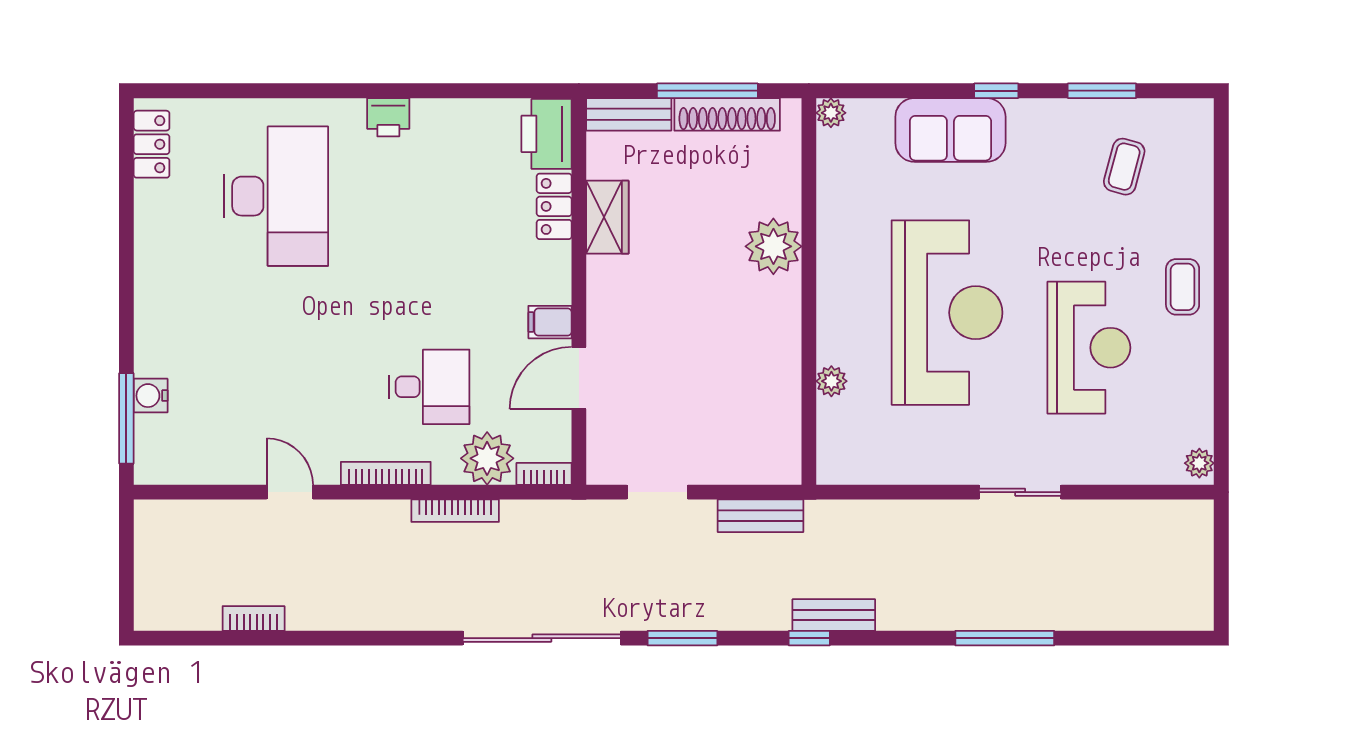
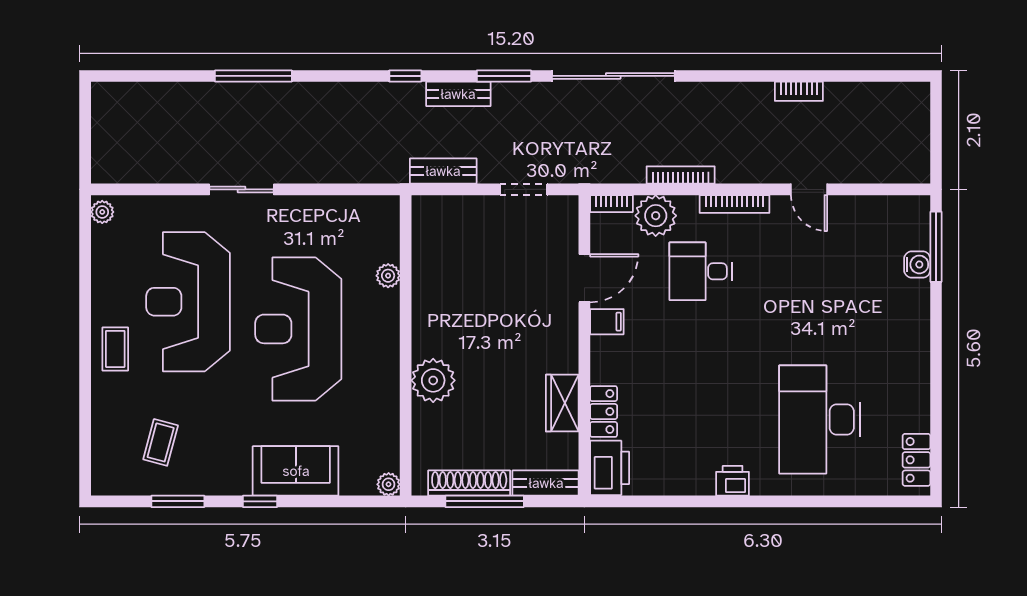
reception desk: (1089, 348) -> (188, 302), width x1.36, depth x1.30
bench: (834, 615) -> (458, 94), moved
bookcase: (254, 618) -> (799, 91), moved

